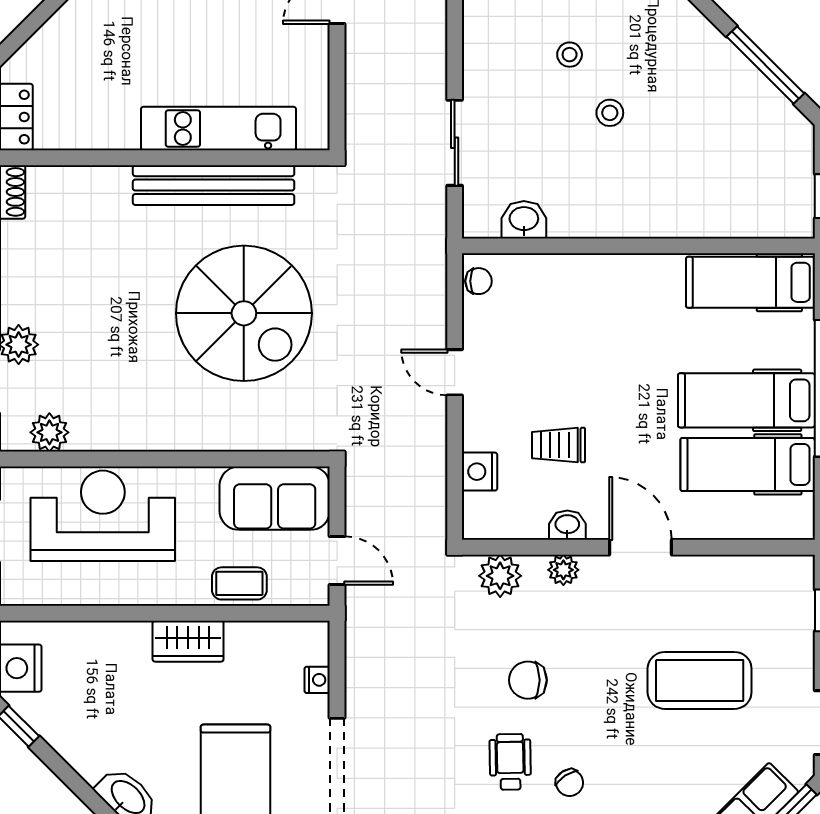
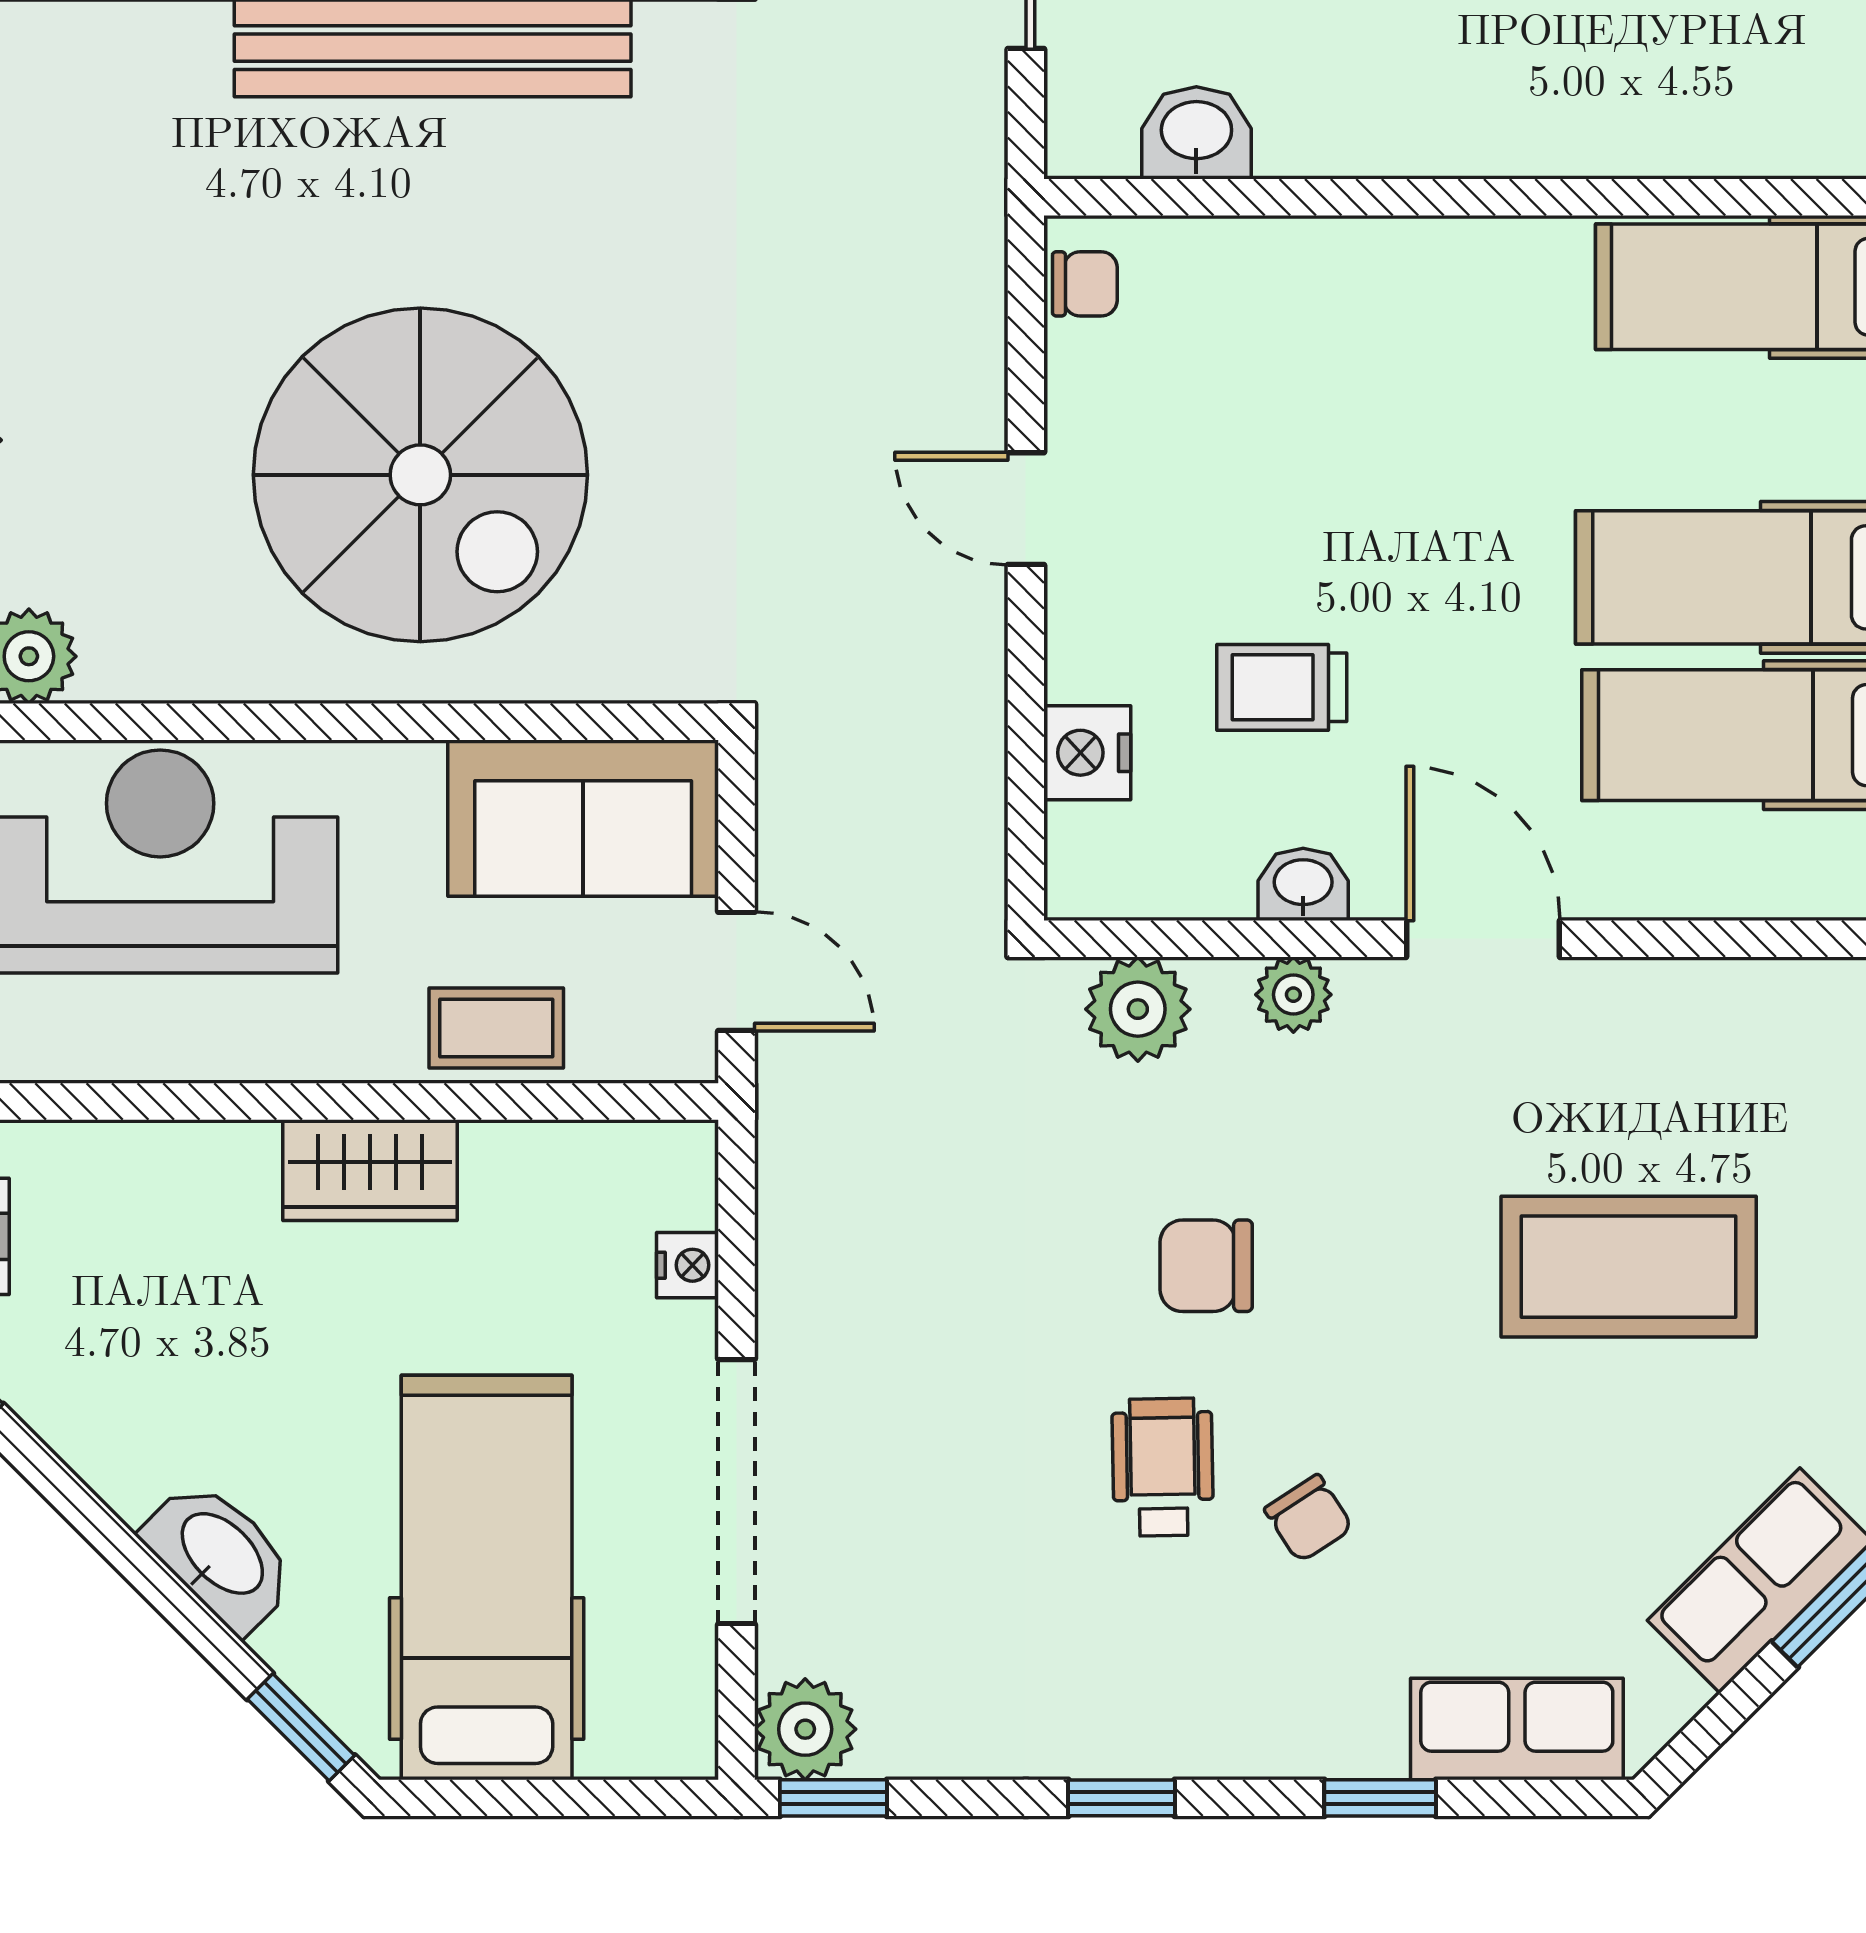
spiral stairs: (244, 313) -> (420, 475), moved

